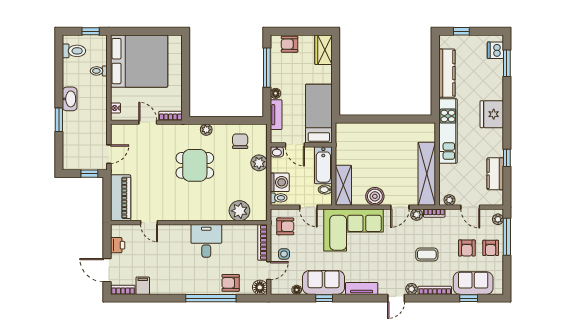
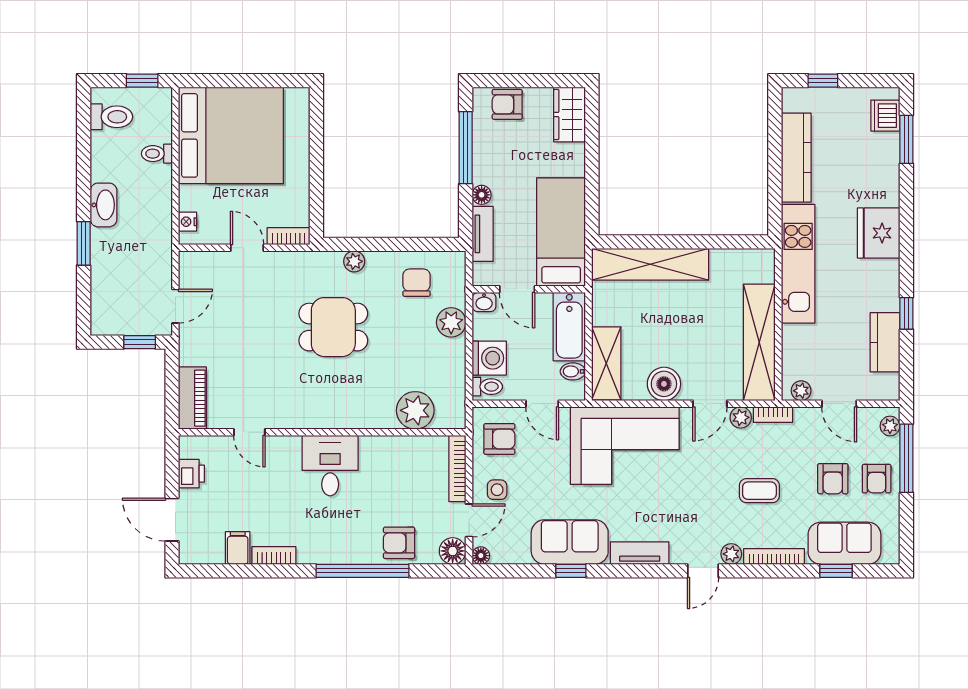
shelving: (367, 131) -> (650, 264), added
piano: (121, 198) -> (192, 398), width x0.73, depth x0.75
desk: (206, 241) -> (330, 466), moved
bookcase: (123, 290) -> (274, 555), moved
floor lamp: (297, 290) -> (481, 556), moved

